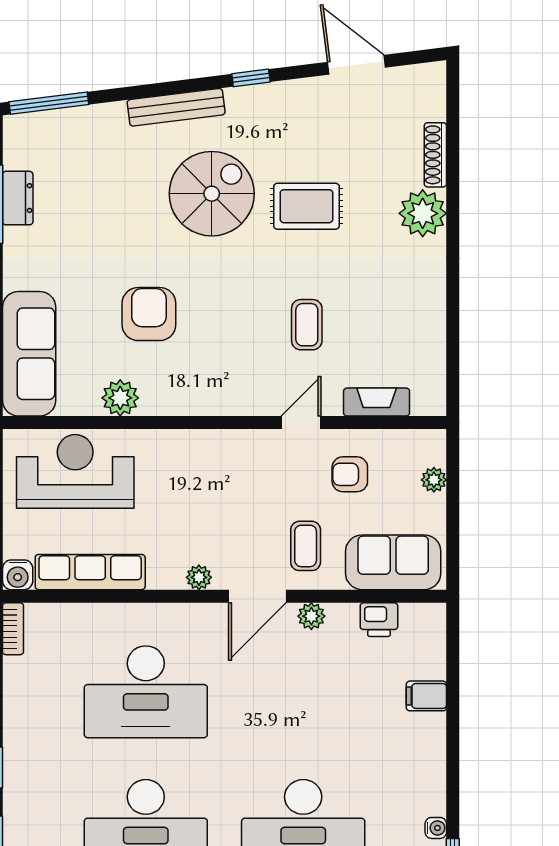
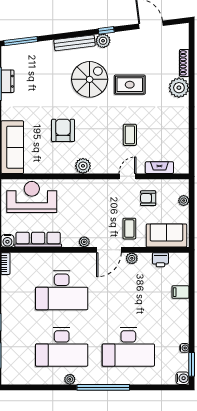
plant: (243, 102) -> (103, 41), added
plant: (120, 398) -> (83, 166), moved

